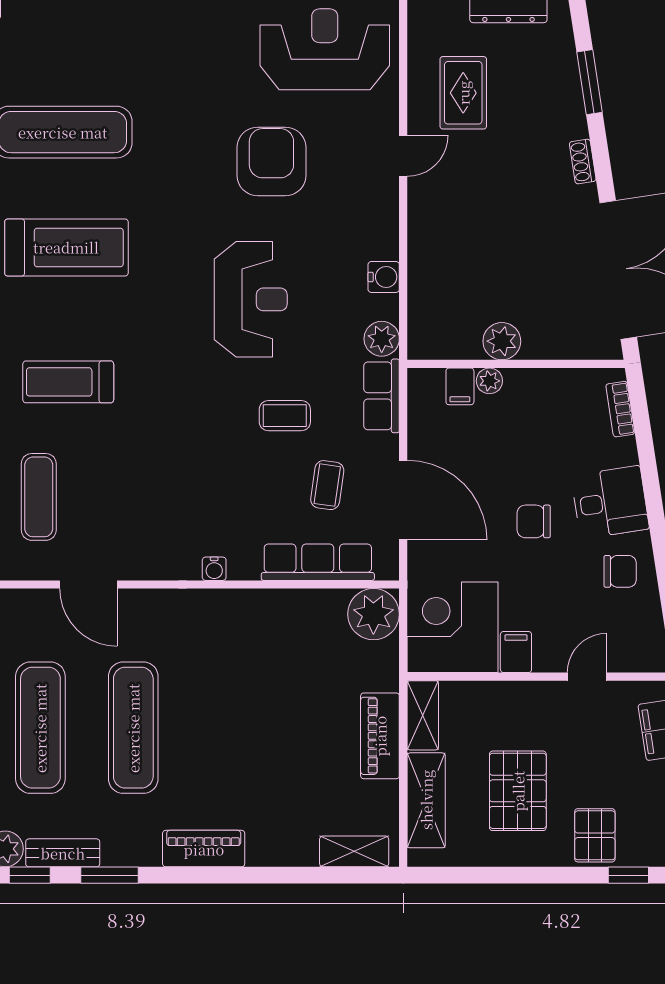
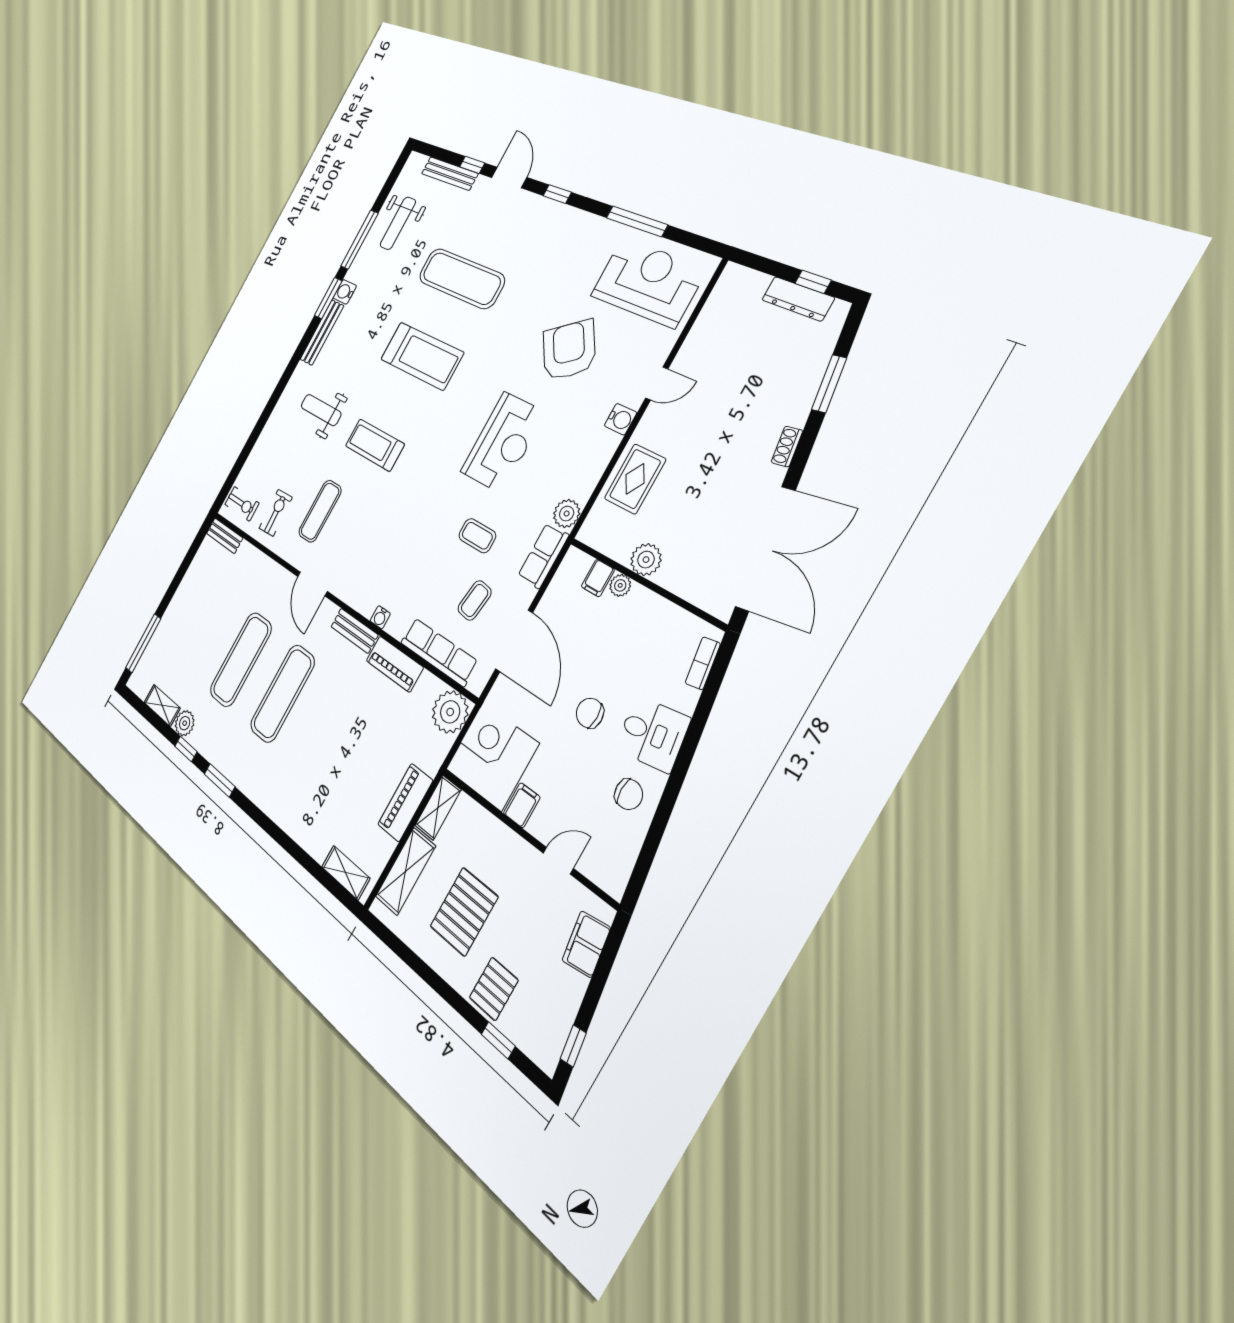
rug: (463, 93) -> (635, 479), moved
armchair: (271, 161) -> (569, 350), turned -35
water cooler: (384, 277) -> (620, 419), moved
piano: (204, 849) -> (395, 664), moved, turned 180
bench: (63, 853) -> (354, 631), moved

